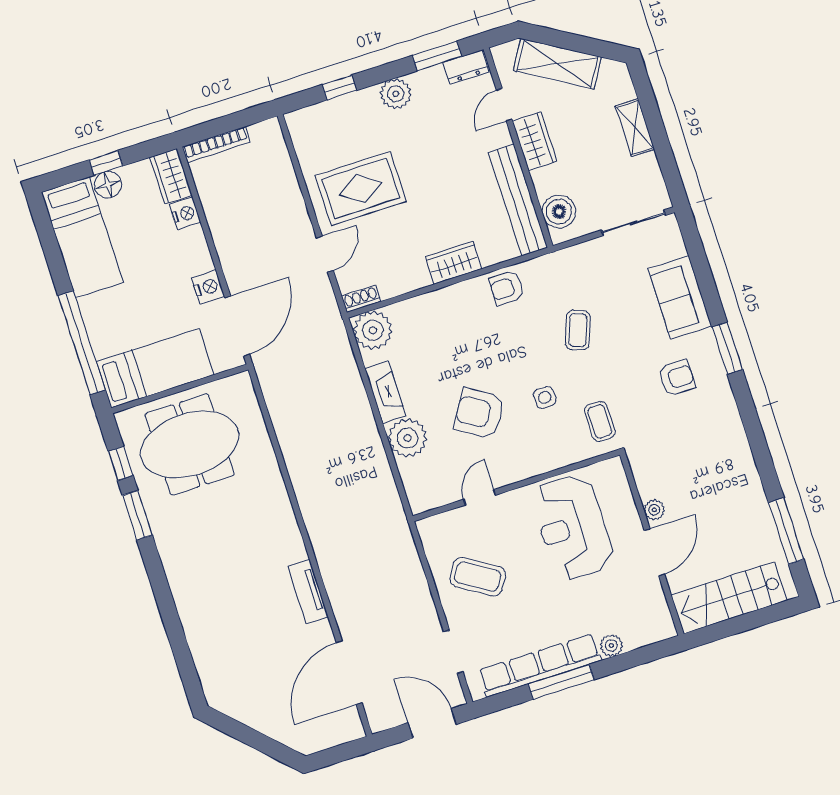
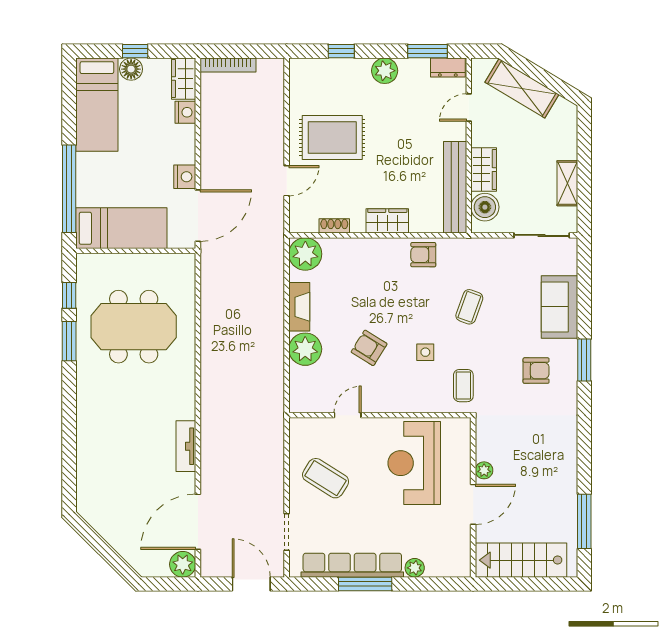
shelving: (635, 128) -> (567, 183), moved
wardrobe: (535, 141) -> (484, 170), moved
shoe rack: (361, 299) -> (334, 226), moved
armchair: (479, 413) -> (369, 348), width x0.72, depth x0.72
meeting table: (190, 444) -> (134, 327), moved
plant: (347, 726) -> (183, 564), added

